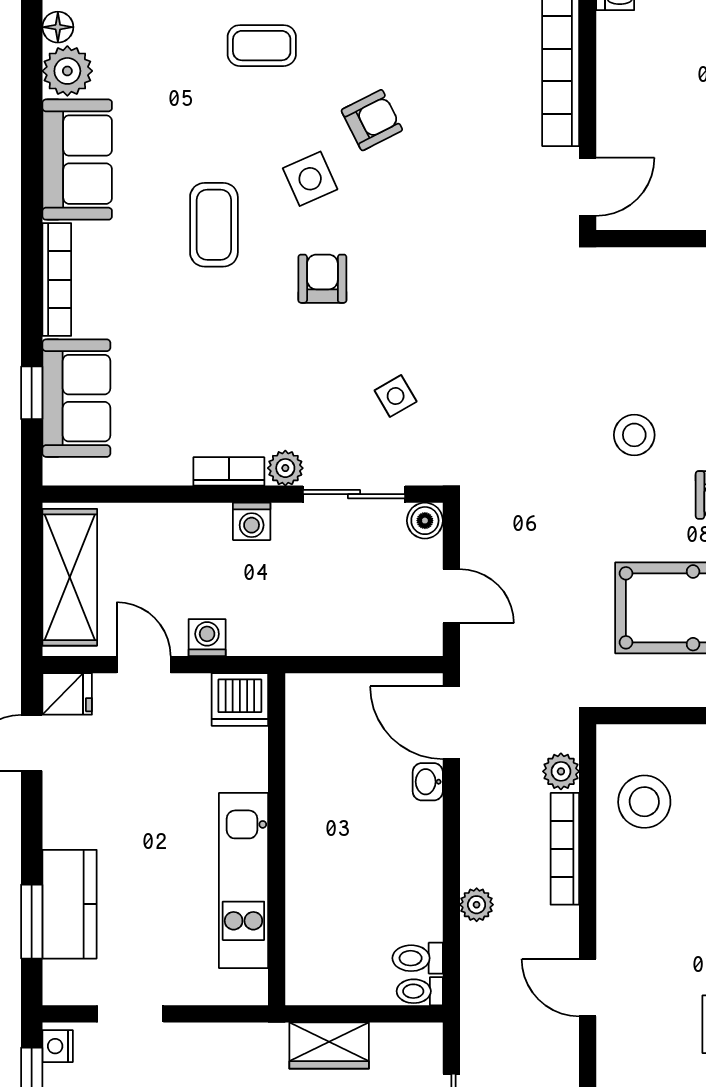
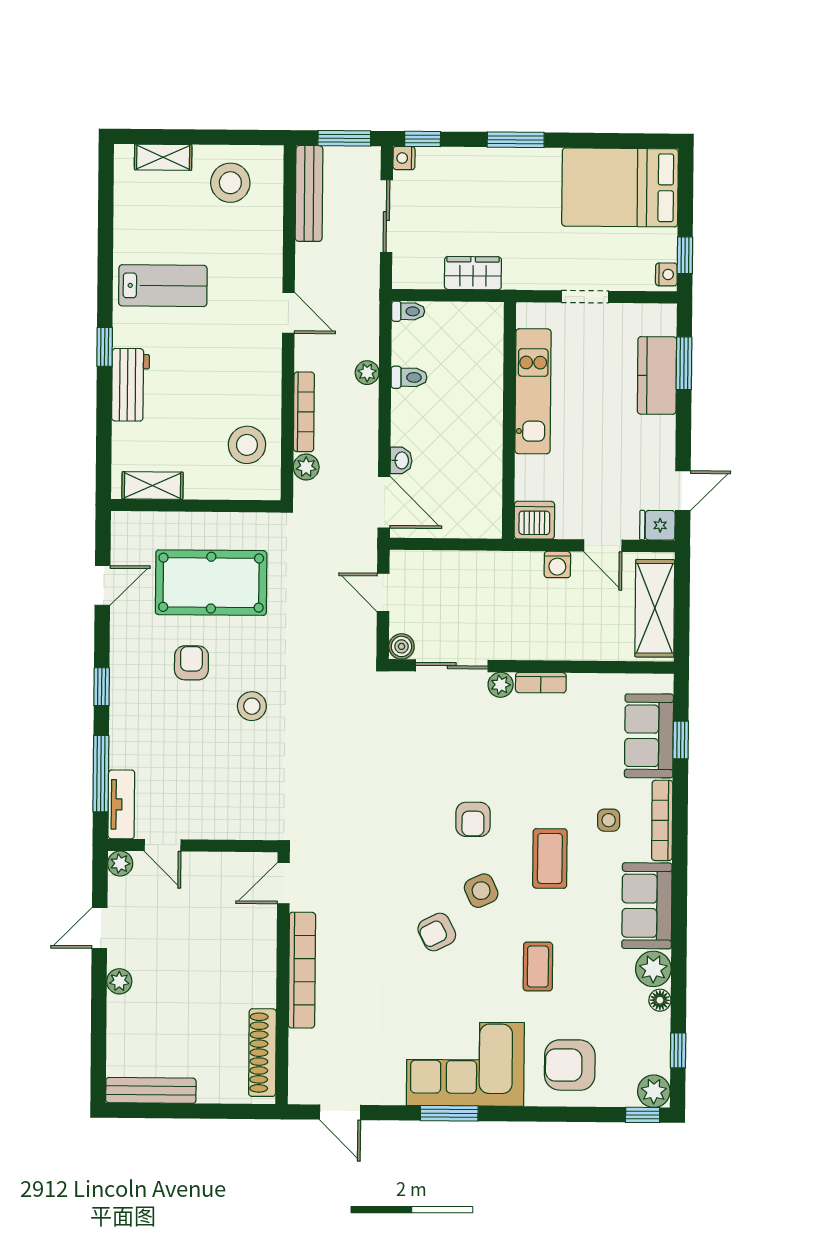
coffee table: (262, 46) -> (538, 967), moved, turned 90
side table: (396, 396) -> (609, 820), moved, turned 30
washing machine: (252, 521) -> (525, 647), removed
toilet: (418, 958) -> (409, 377), moved
doorway: (130, 1014) -> (585, 297), moved

